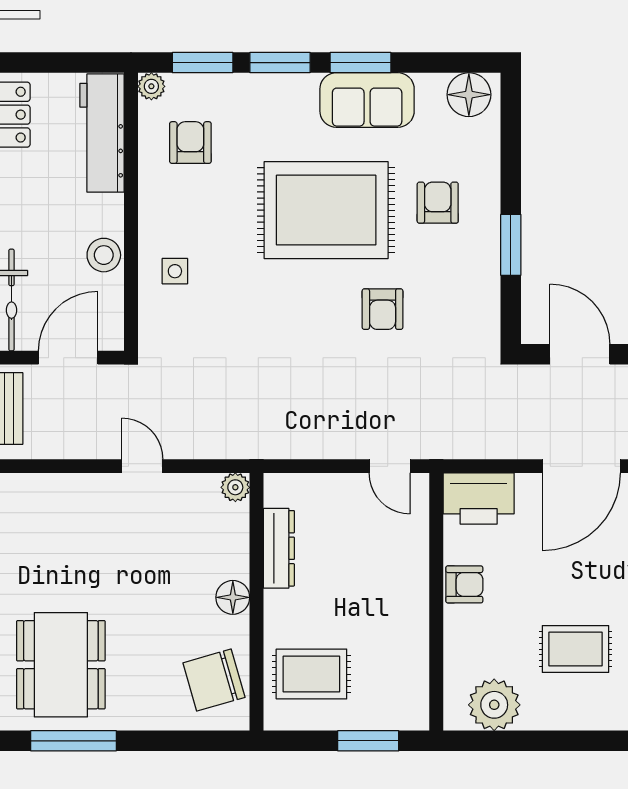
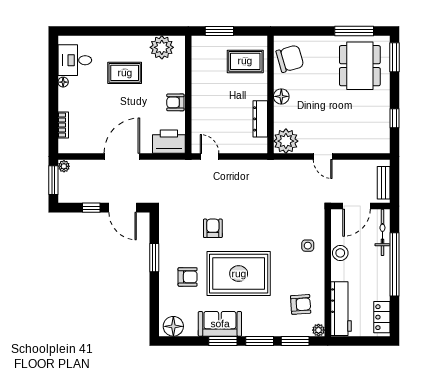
armchair: (190, 143) -> (301, 304), turned -94
armchair: (438, 203) -> (188, 277), turned -90
plant: (235, 487) -> (286, 141), width x1.88, depth x1.88

